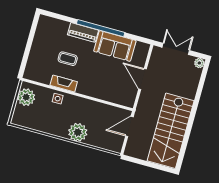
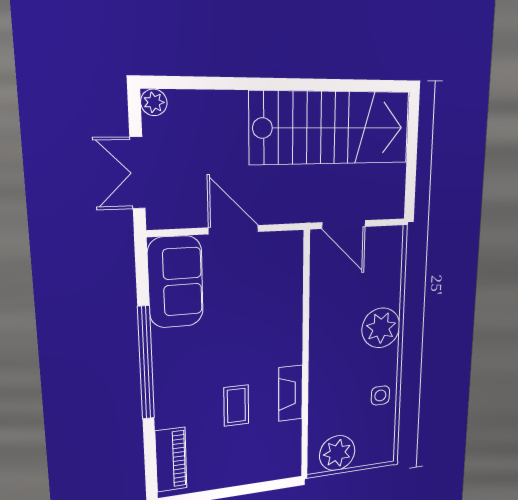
piano: (83, 32) -> (171, 460), moved
sofa: (115, 46) -> (176, 282), moved
door: (142, 79) -> (233, 230), swing flipped
side table: (58, 99) -> (380, 395), moved

